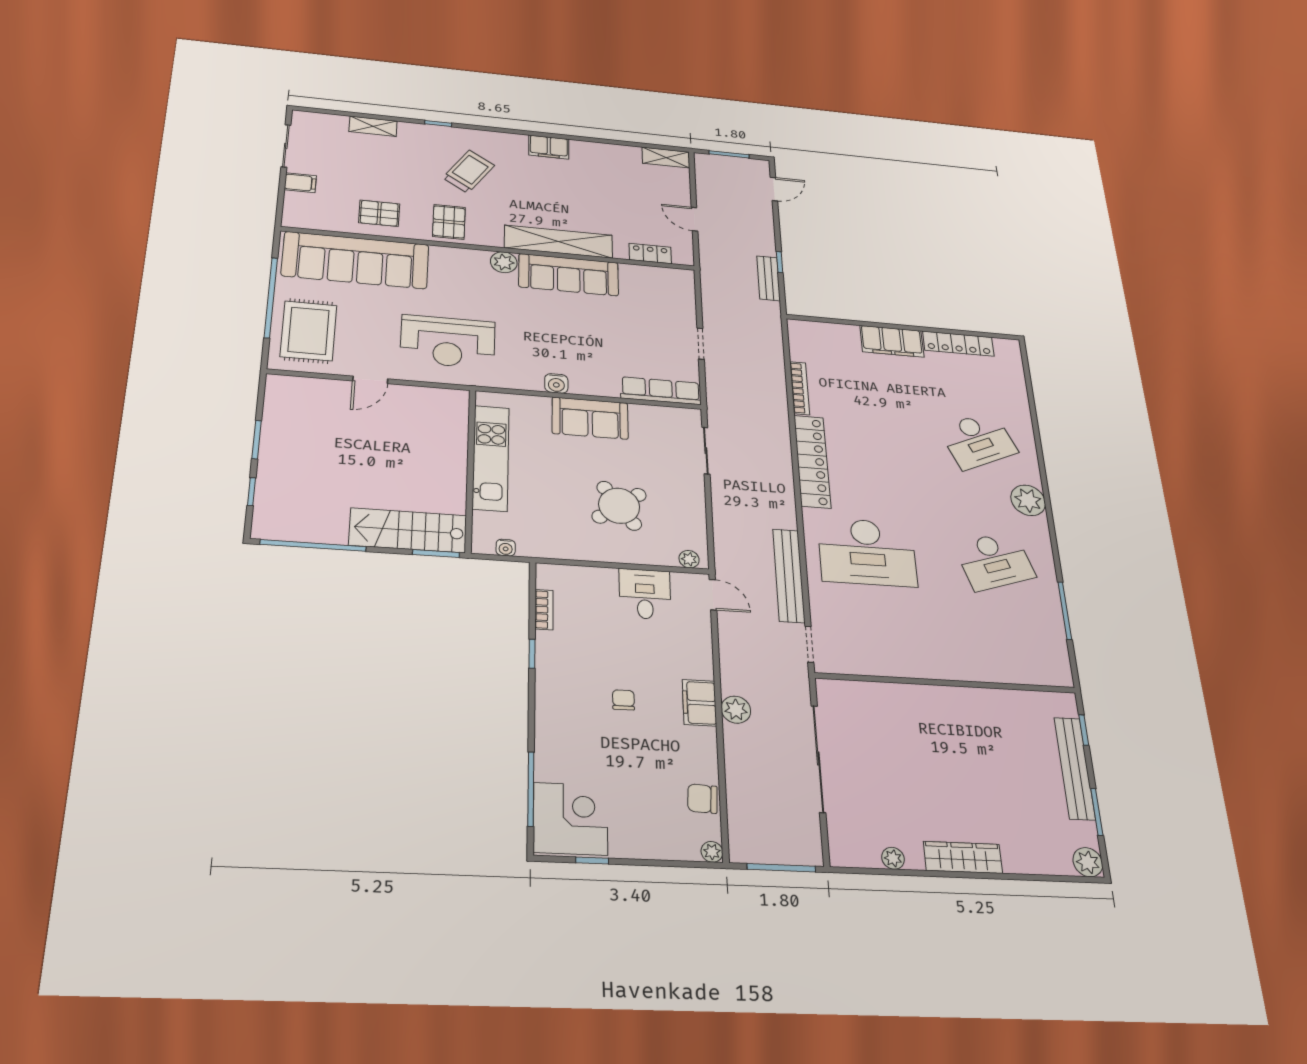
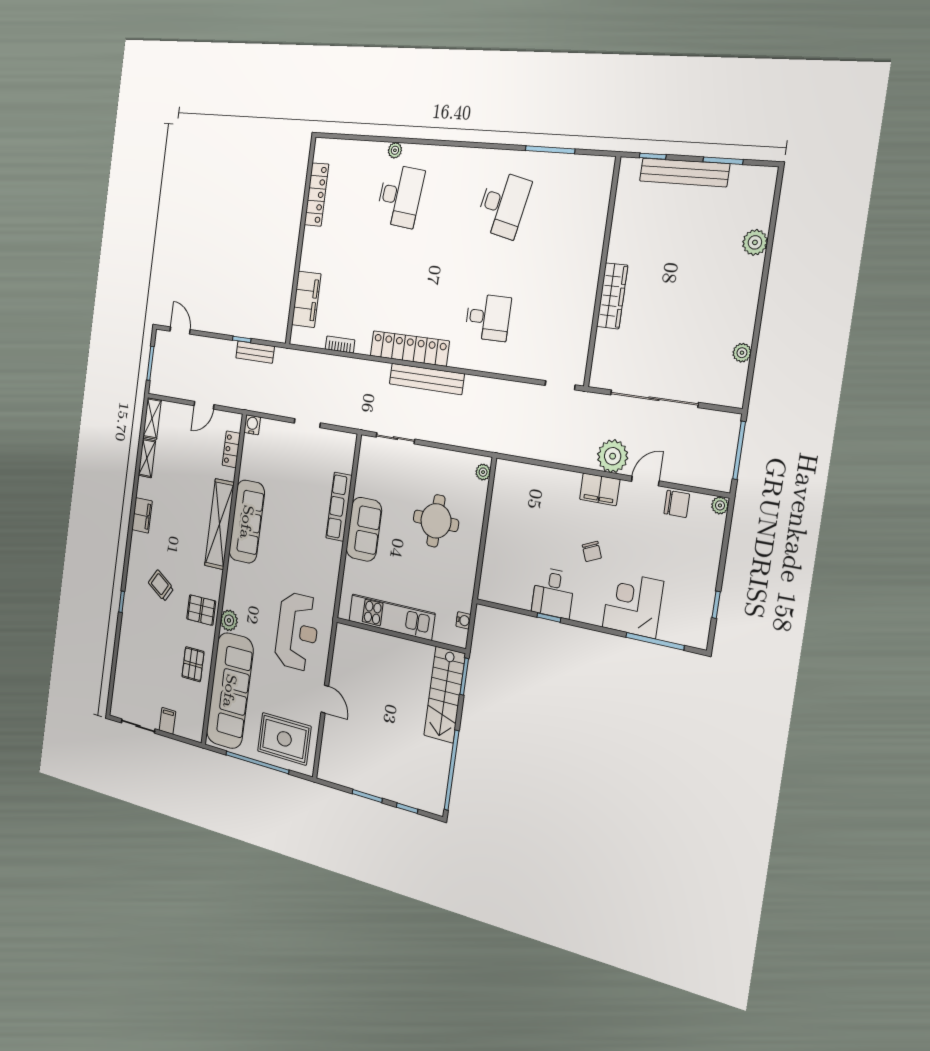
shelving: (373, 126) -> (147, 458), moved
trolley: (469, 172) -> (161, 586), width x0.73, depth x0.72
plant: (504, 262) -> (229, 620), moved
filing cabinet: (892, 341) -> (306, 299), moved
water cooler: (556, 383) -> (252, 425), moved, turned -90
bookcase: (800, 388) -> (340, 345), width x0.64
row of seats: (661, 391) -> (339, 507), moved
desk: (978, 440) -> (400, 196), turned 30
plant: (1028, 500) -> (395, 150), moved, width x0.53, depth x0.53
round table: (619, 506) -> (436, 521), turned 38
desk: (867, 552) -> (488, 317), width x0.53, depth x0.77
desk: (995, 561) -> (503, 205), turned 30
bench: (789, 575) -> (427, 379), moved
desk: (645, 594) -> (553, 593), moved, turned -90
door: (713, 595) -> (645, 481), moved
bookcase: (544, 610) -> (515, 600), removed
chair: (623, 700) -> (592, 551), turned -113
plant: (736, 710) -> (613, 456), width x1.36, depth x1.36
chair: (702, 799) -> (677, 504), turned -93
corner desk: (570, 819) -> (633, 604), moved
wardrobe: (963, 857) -> (612, 296), moved, turned 180
plant: (1088, 862) -> (755, 242), moved

